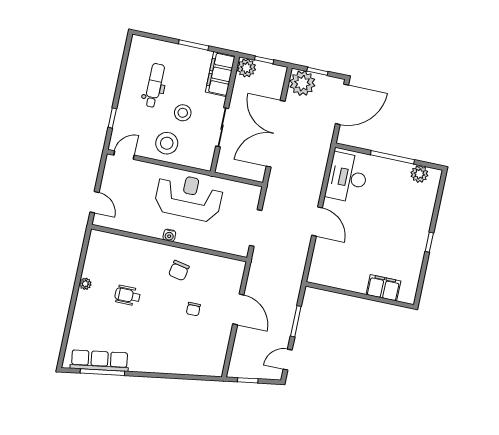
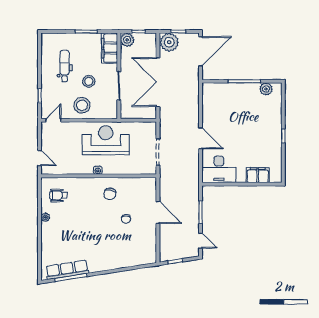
desk: (347, 178) -> (219, 169), moved, turned -90
wheelchair: (128, 296) -> (58, 195), moved
door: (288, 360) -> (200, 241), swing flipped

